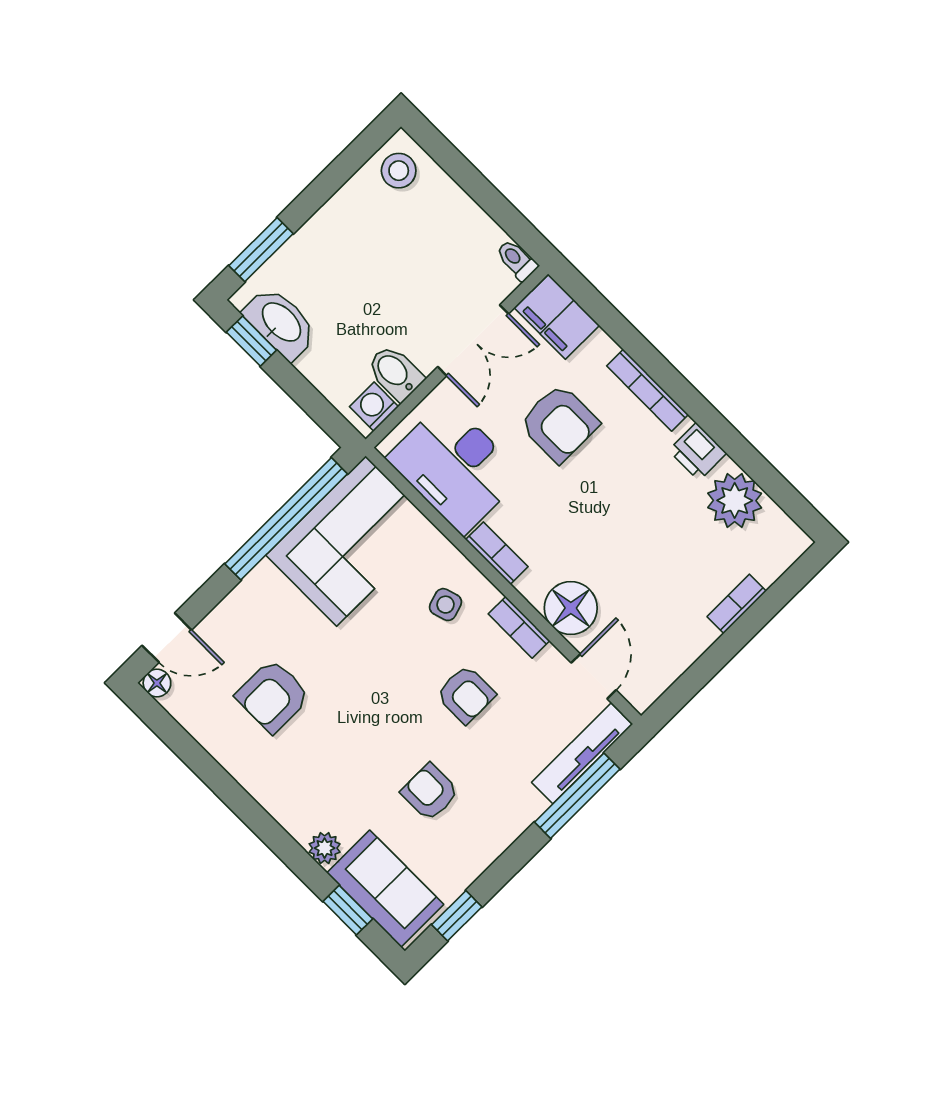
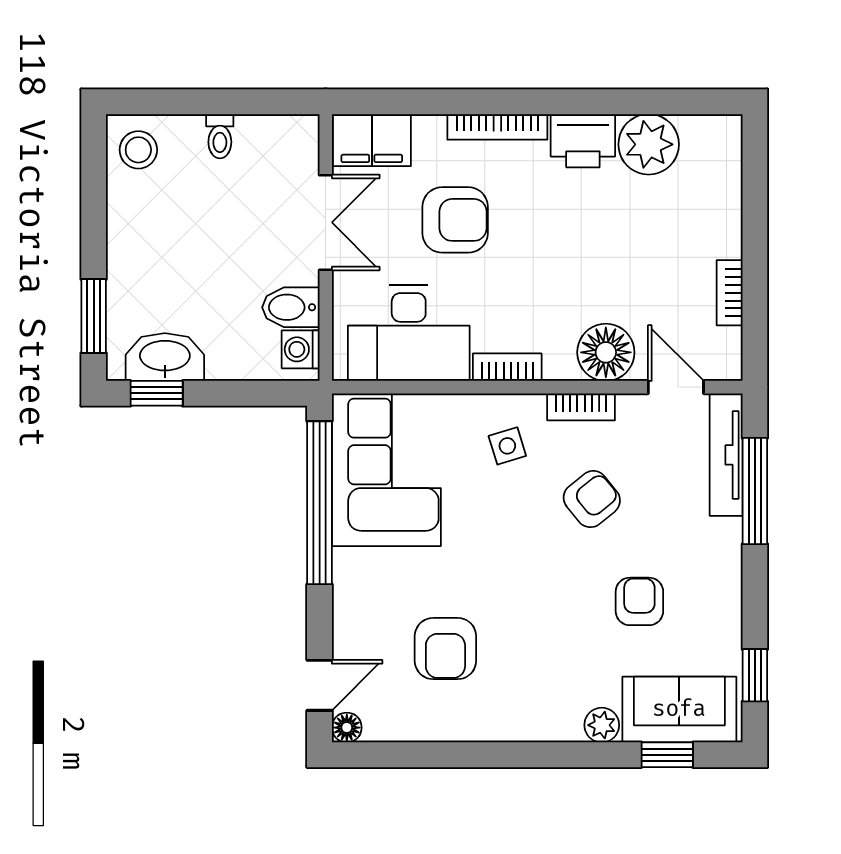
toilet: (517, 260) -> (220, 136), moved, turned -90
printer: (698, 452) -> (583, 141), width x1.36, depth x1.24
bookcase: (737, 604) -> (730, 293), moved
armchair: (466, 694) -> (592, 499), turned -39
armchair: (430, 792) -> (639, 601), turned 90

